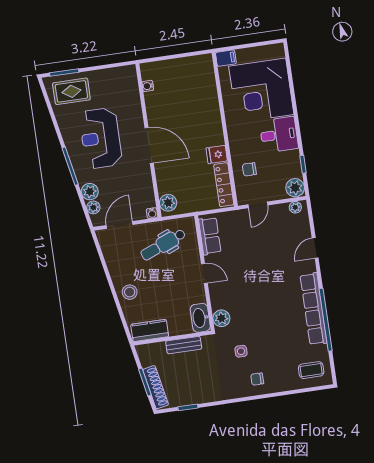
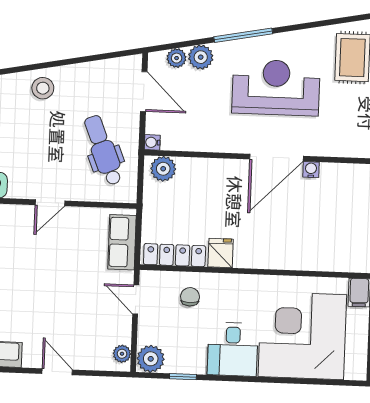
water cooler: (148, 86) -> (311, 170), moved
door: (149, 145) -> (277, 158), moved
row of seats: (210, 236) -> (122, 242), moved, turned 90

